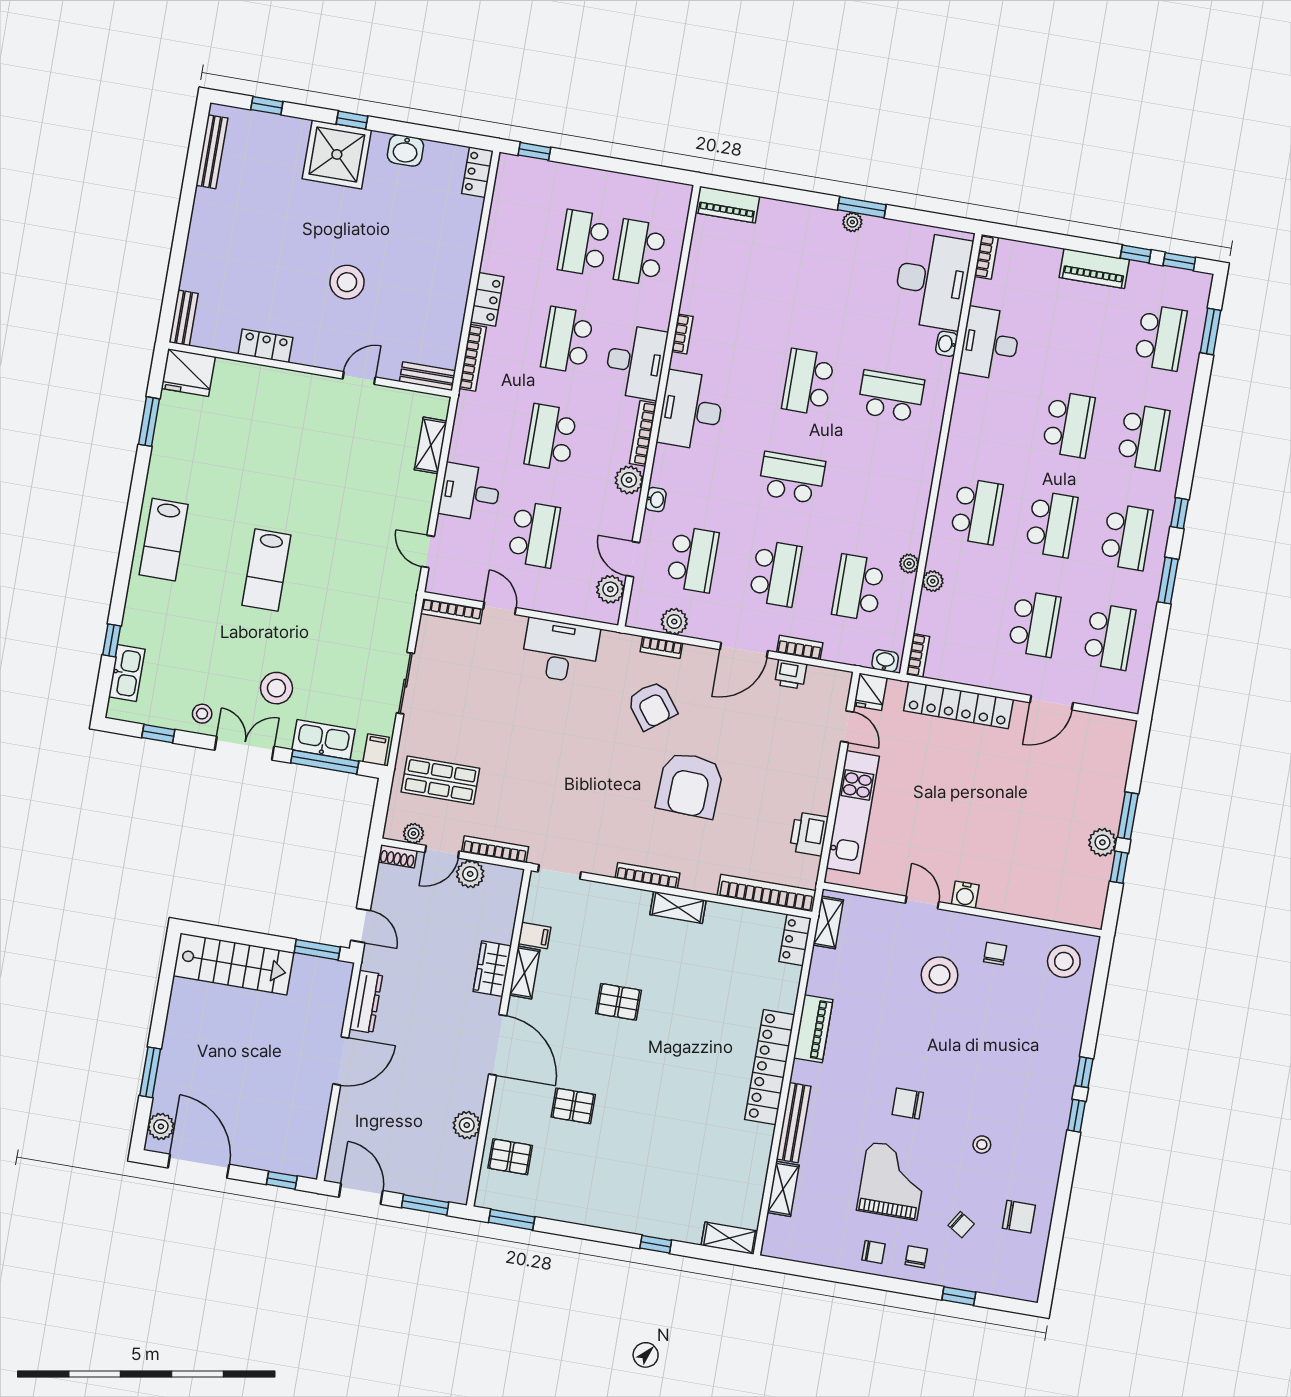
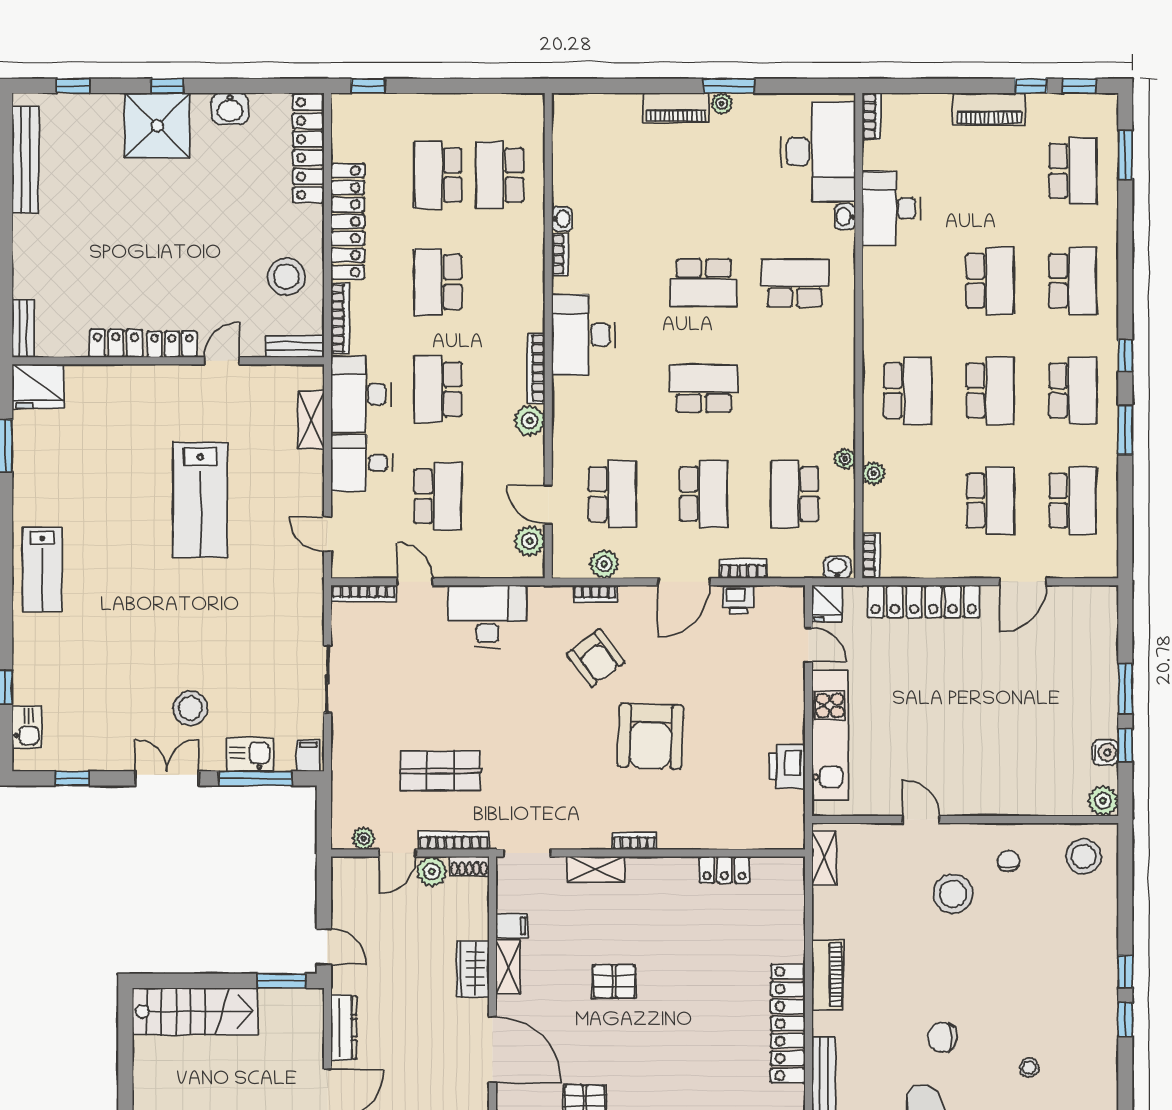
bench: (212, 152) -> (25, 160), width x1.37, depth x1.21
locker: (477, 172) -> (308, 149), width x2.16, depth x1.21
piano: (727, 205) -> (676, 108), moved
stool: (347, 282) -> (286, 277), moved
locker: (487, 299) -> (348, 221), width x2.16, depth x1.21
locker: (316, 355) -> (172, 344), added
desk: (636, 362) -> (361, 394), moved, turned 180
school desk: (808, 382) -> (704, 283), turned -90
washbasin: (656, 500) -> (562, 219), moved
lab bench: (266, 570) -> (200, 500), moved, width x1.36, depth x1.39
kitchen sink: (127, 673) -> (27, 727), width x0.73
stool: (202, 714) -> (115, 749), removed
kitchen sink: (323, 740) -> (250, 755), width x0.73
shop shelf: (440, 780) -> (440, 771), moved
plant: (1102, 842) -> (1103, 801), moved
shoe rack: (398, 856) -> (469, 866), moved
bookcase: (647, 876) -> (634, 841), width x0.64
bookcase: (767, 893) -> (753, 838), removed
water cooler: (965, 895) -> (1105, 752), moved, turned -90
shelving: (678, 907) -> (596, 869), moved
locker: (795, 940) -> (724, 870), moved, turned -90

